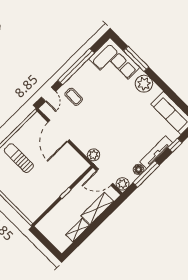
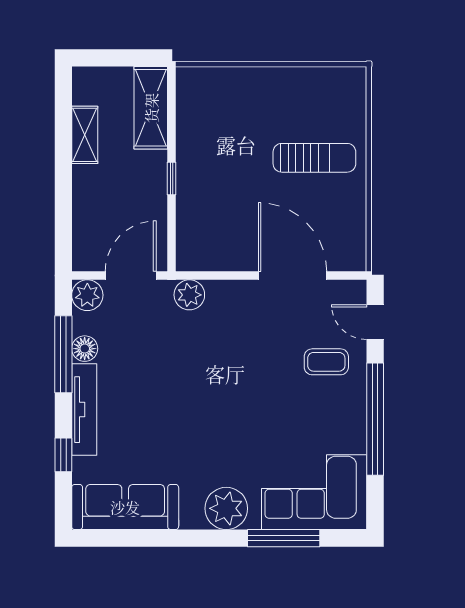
shelving: (97, 209) -> (151, 108), moved

